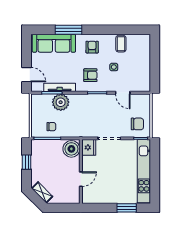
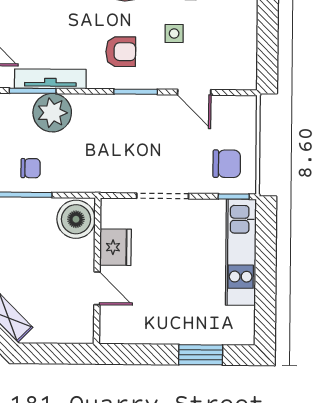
fridge: (89, 147) -> (115, 247), moved
kitchen unit: (144, 171) -> (241, 252), width x0.73
door: (81, 179) -> (97, 288), hinge flipped

